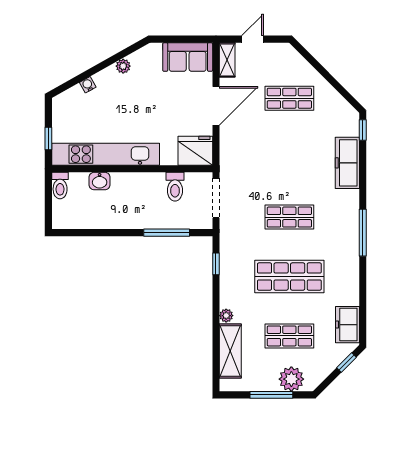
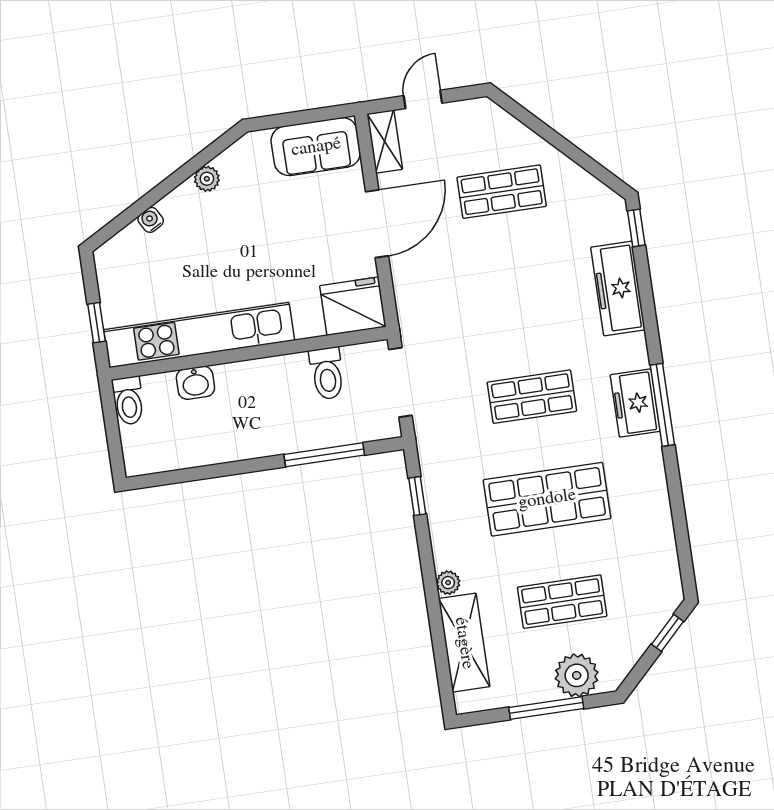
freezer: (347, 325) -> (635, 403), moved

